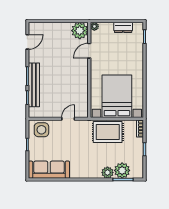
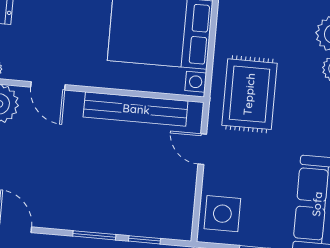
bench: (34, 85) -> (136, 109), moved
rug: (108, 132) -> (249, 94), moved

